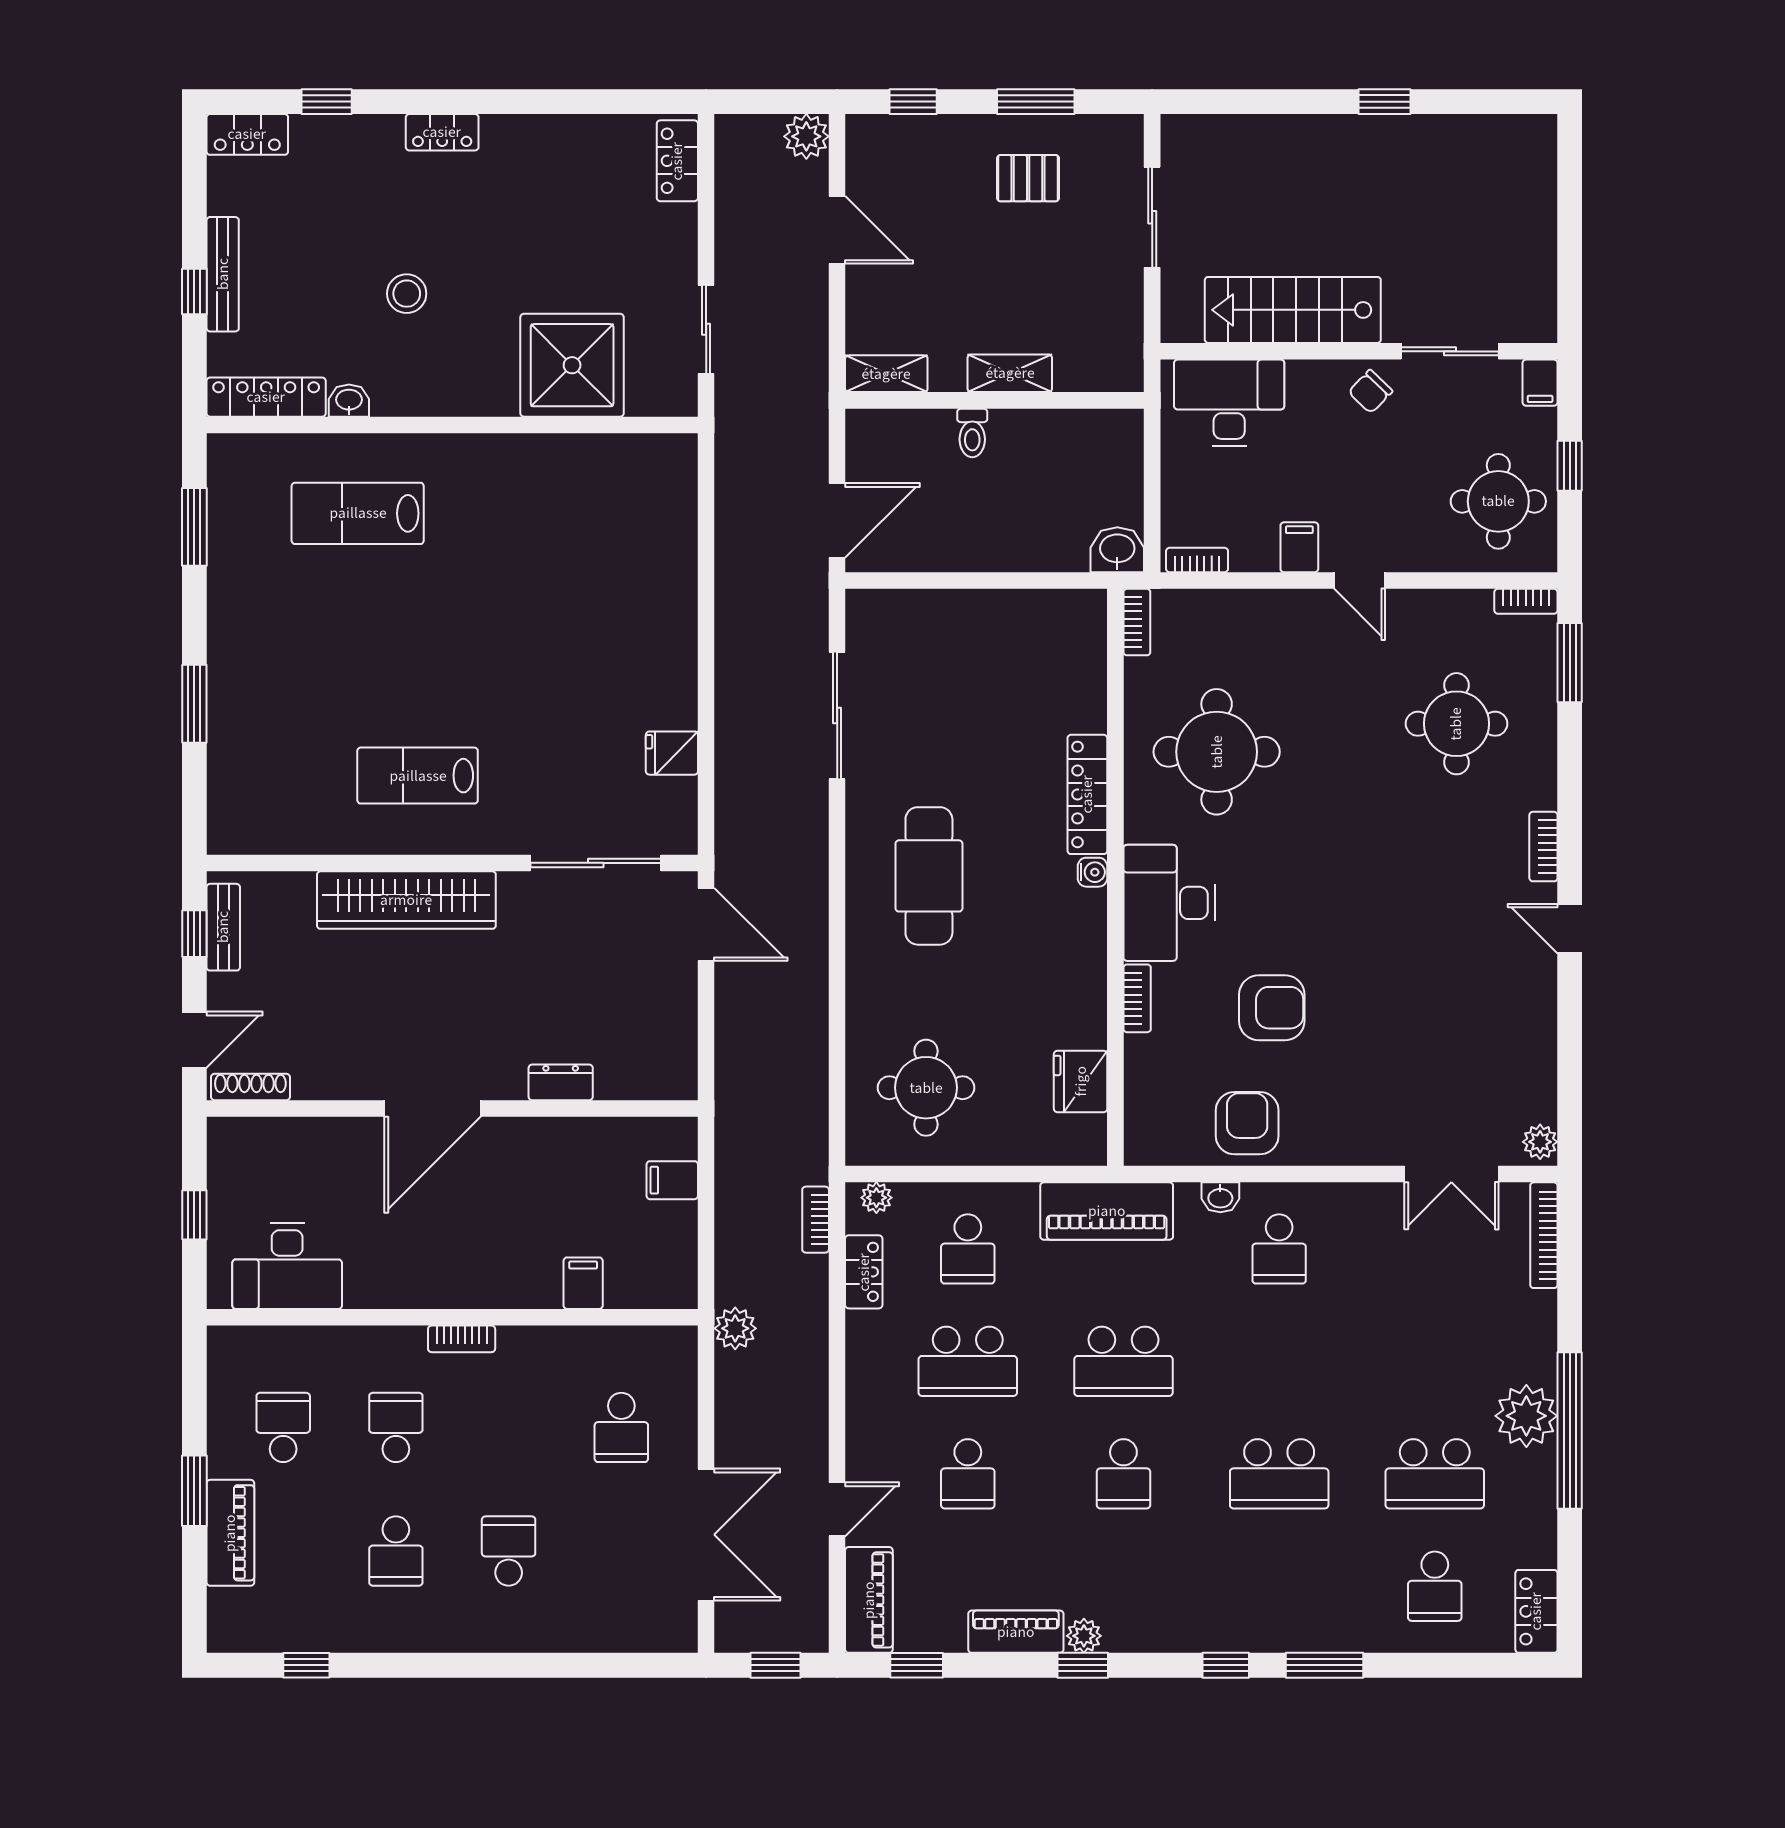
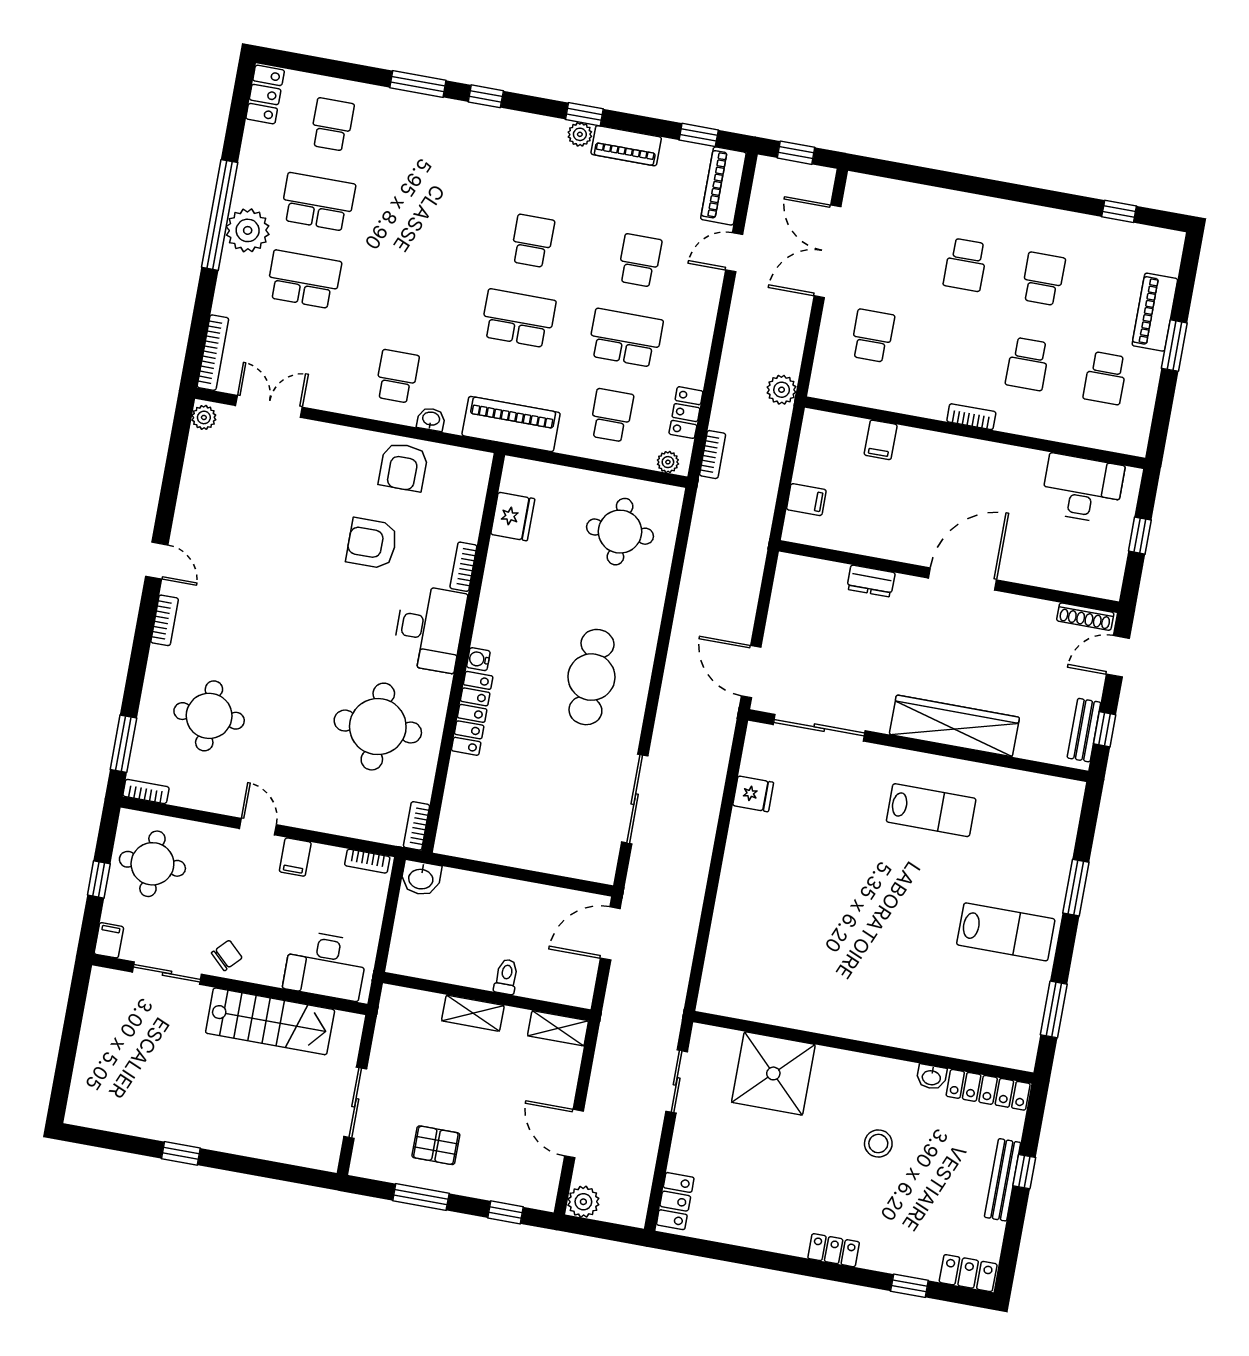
lab bench: (358, 513) -> (1006, 932), moved
school desk: (1279, 1474) -> (304, 279), moved

